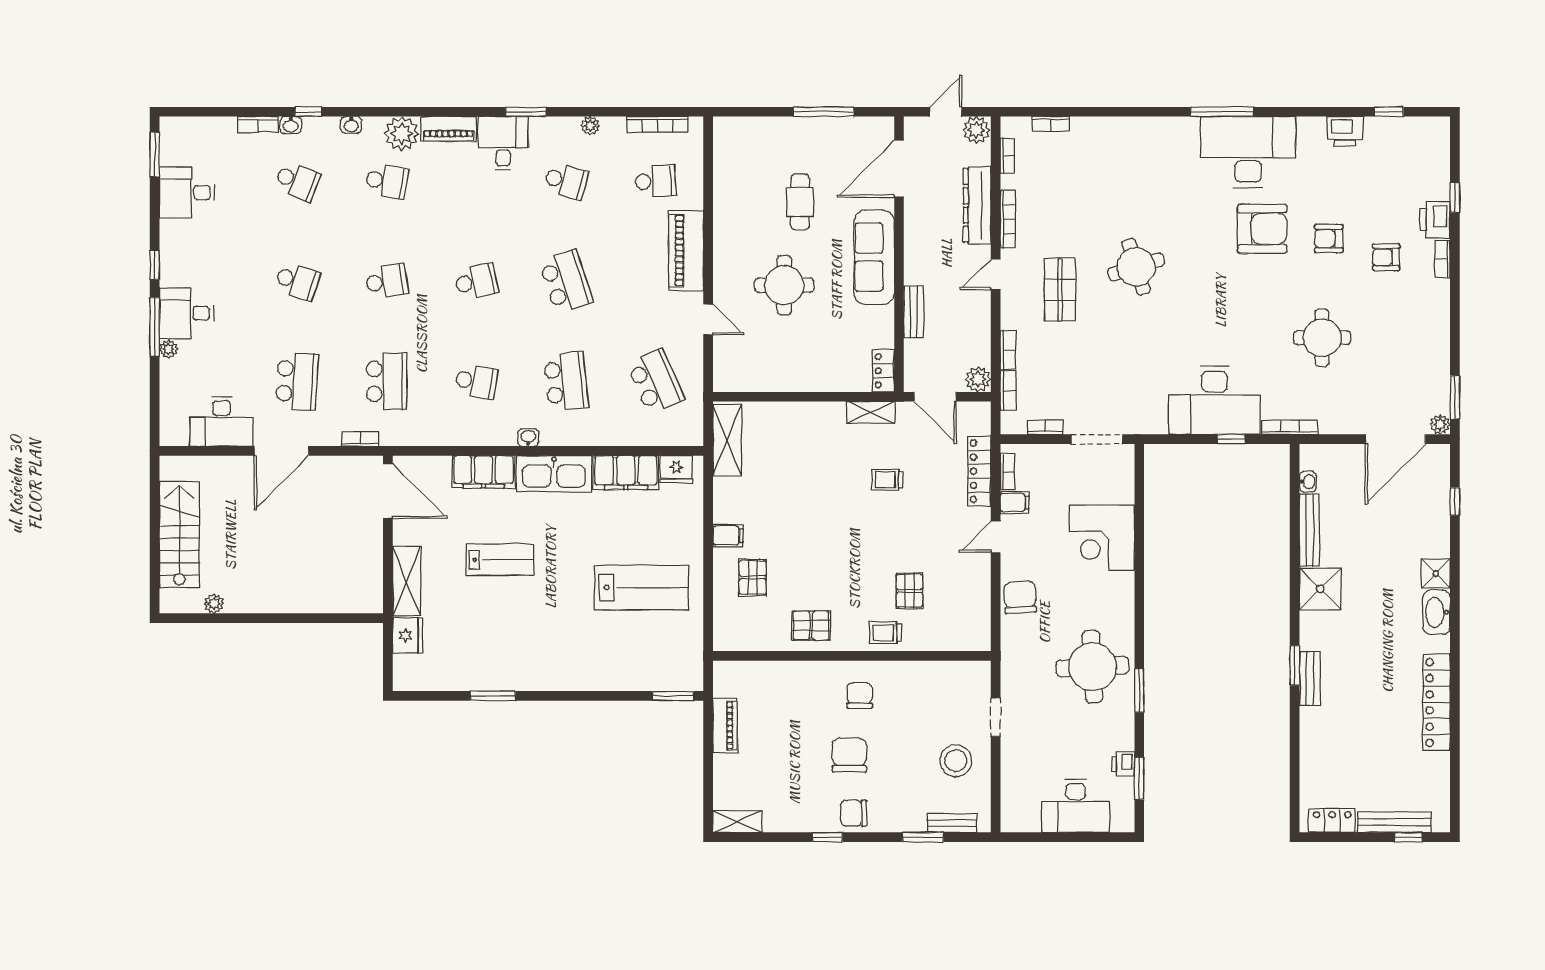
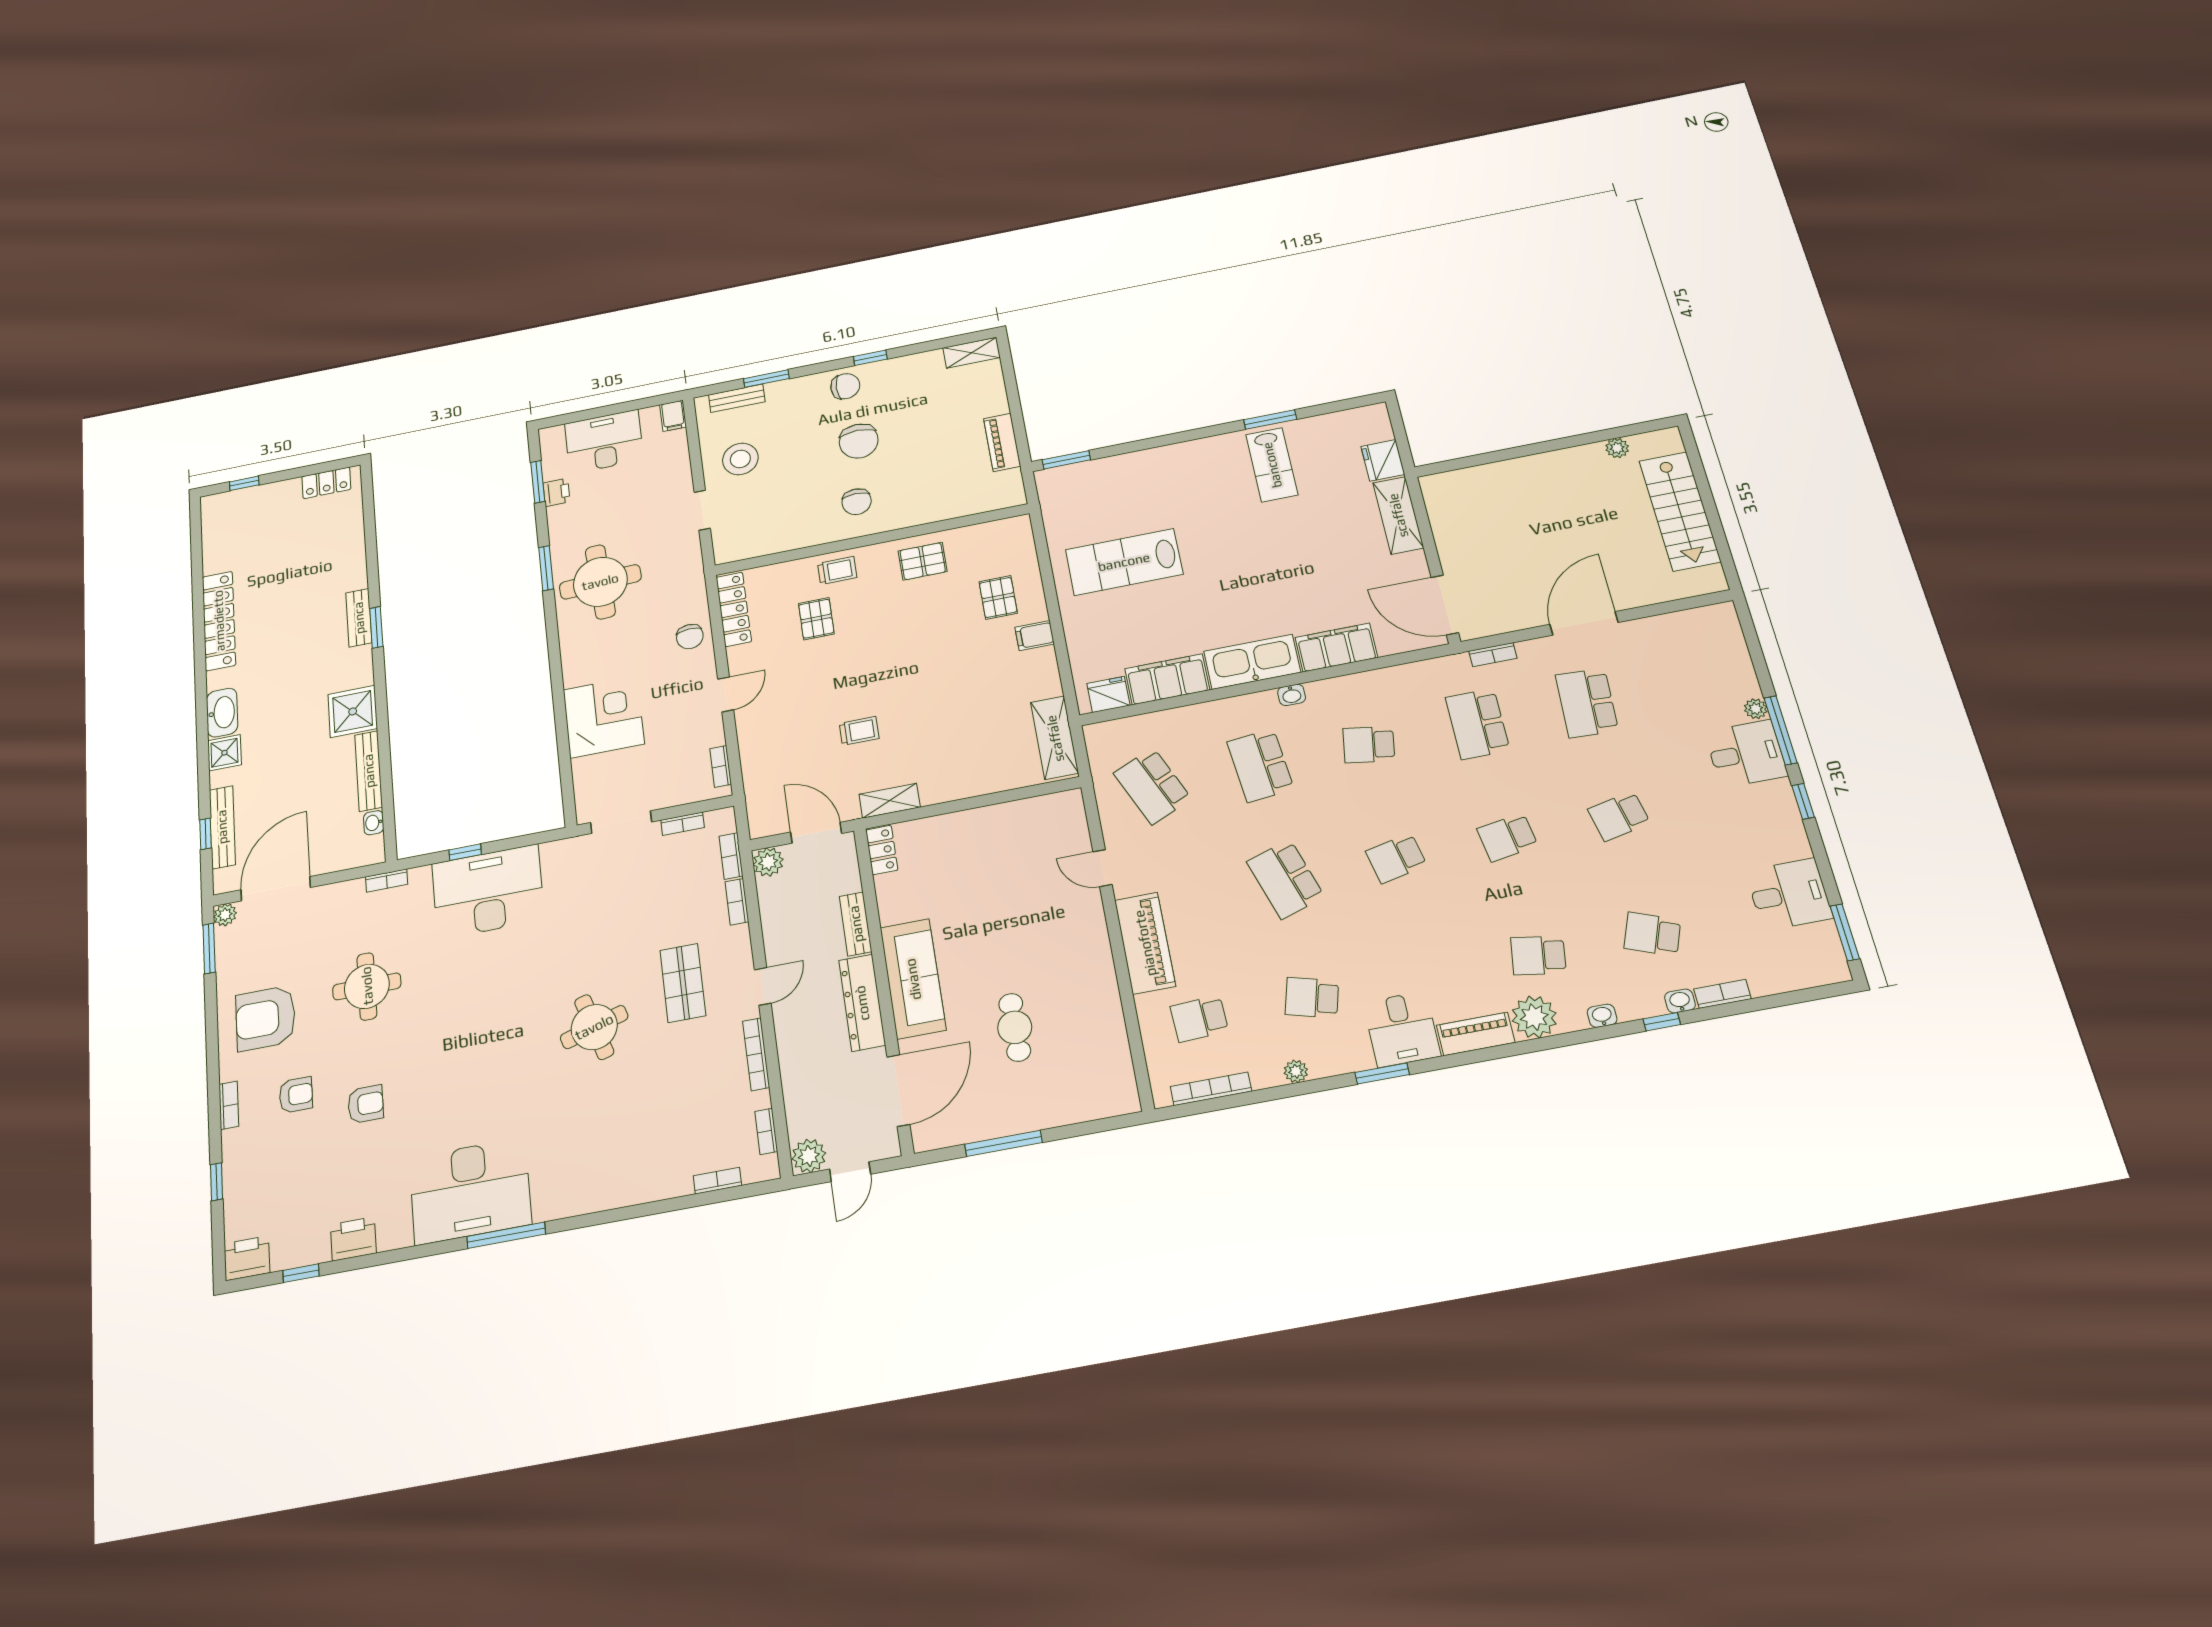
dresser: (977, 205) -> (862, 1003), moved, turned 180
printer: (1435, 220) -> (247, 1258), moved, turned -90
armchair: (1262, 229) -> (266, 1018), moved
school desk: (297, 281) -> (1619, 816), turned -30
round table: (784, 285) -> (1017, 925), removed
desk: (222, 421) -> (1666, 641), removed
bookcase: (1290, 427) -> (387, 880), width x0.64
locker: (979, 471) -> (734, 609), moved
filing cabinet: (1015, 503) -> (673, 416), moved, turned -90
lab bench: (500, 560) -> (1272, 465), moved, turned -90
chair: (1020, 597) -> (690, 637), width x0.73, depth x0.73
bench: (1394, 822) -> (222, 827), moved, turned 90

